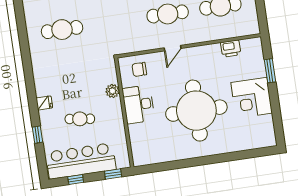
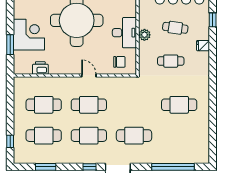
door: (173, 48) -> (89, 76), hinge flipped
cafe table: (79, 79) -> (171, 61), added
plant: (113, 91) -> (144, 35), moved
corner desk: (252, 98) -> (29, 35), moved

